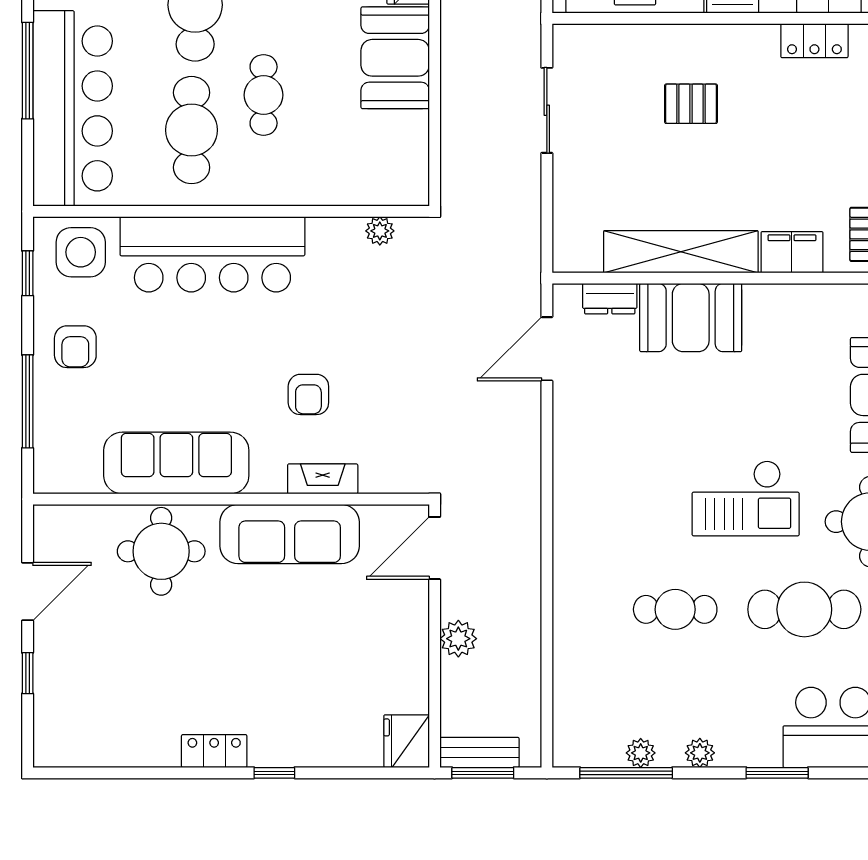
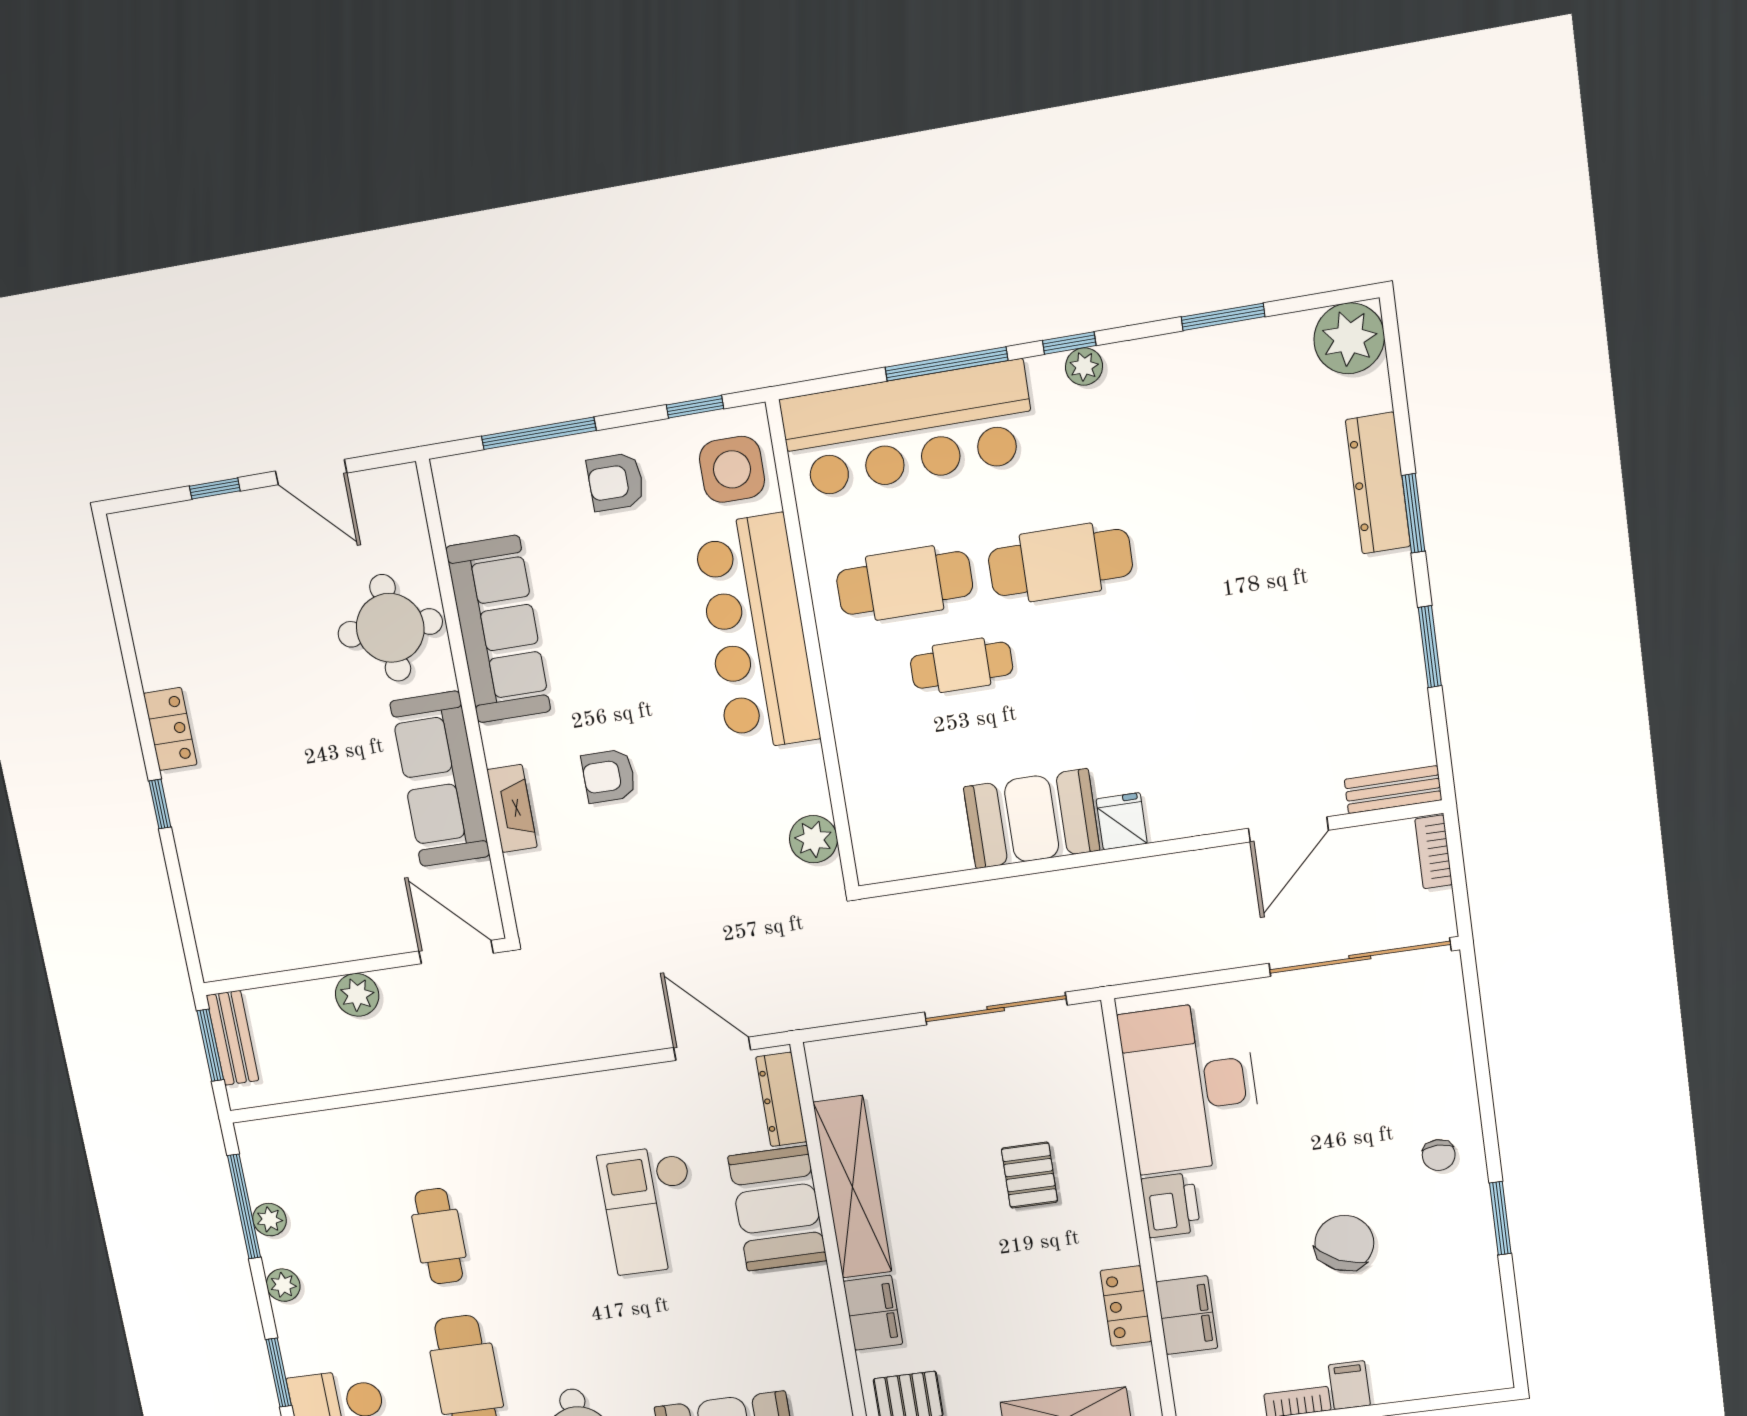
sliding door: (547, 110) -> (996, 1009), width x1.37
plant: (380, 231) -> (813, 839), width x1.38, depth x1.38
dresser: (610, 299) -> (781, 1099), width x1.44
checkout: (746, 498) -> (651, 1210), moved
fridge: (407, 741) -> (228, 952), removed

